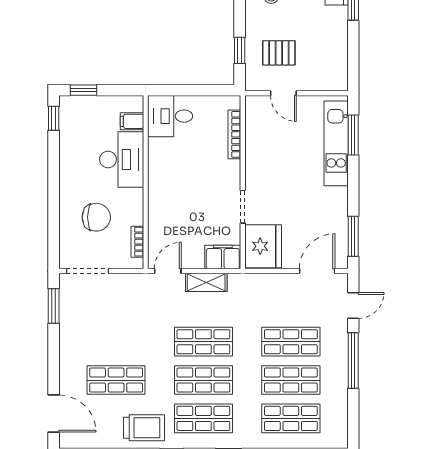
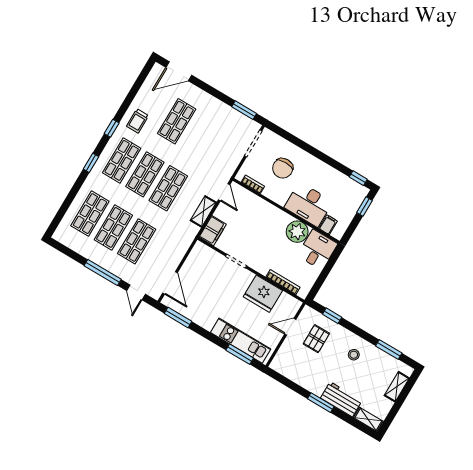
plant: (163, 154) -> (297, 232), added
fridge: (263, 246) -> (263, 294), moved
trolley: (144, 428) -> (137, 121), width x0.73, depth x0.72

